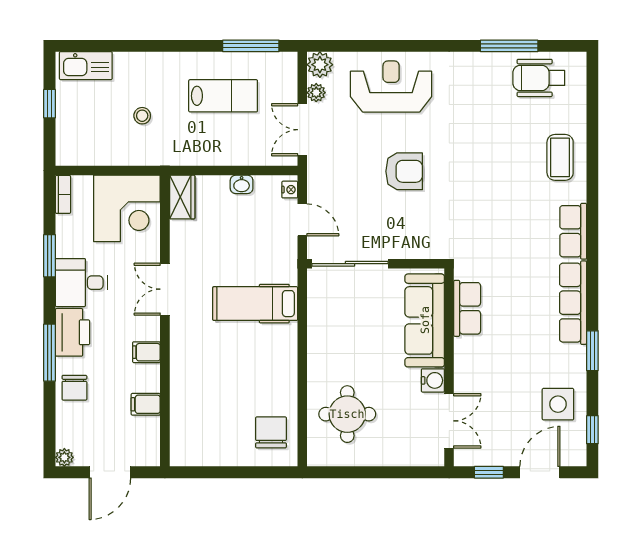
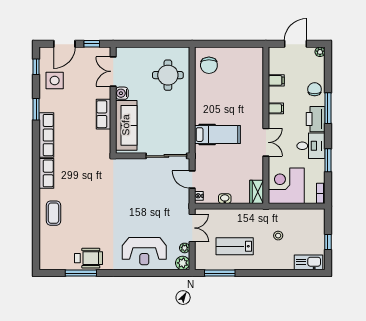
wheelchair: (539, 78) -> (89, 258), moved
armchair: (404, 171) -> (137, 206), removed
row of seats: (467, 308) -> (103, 114), moved

